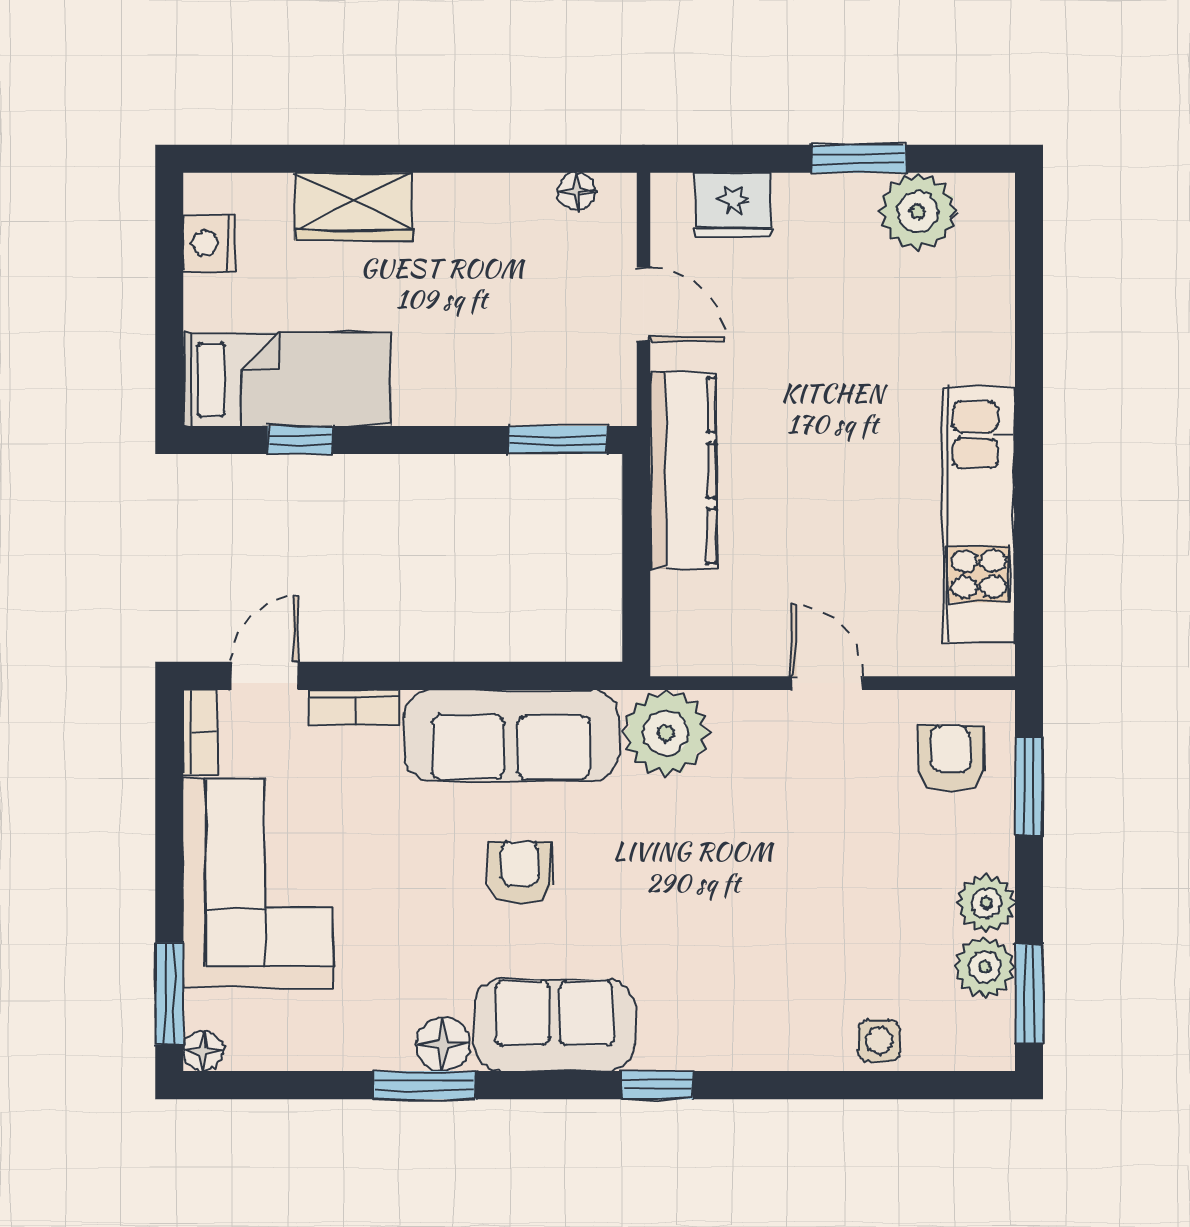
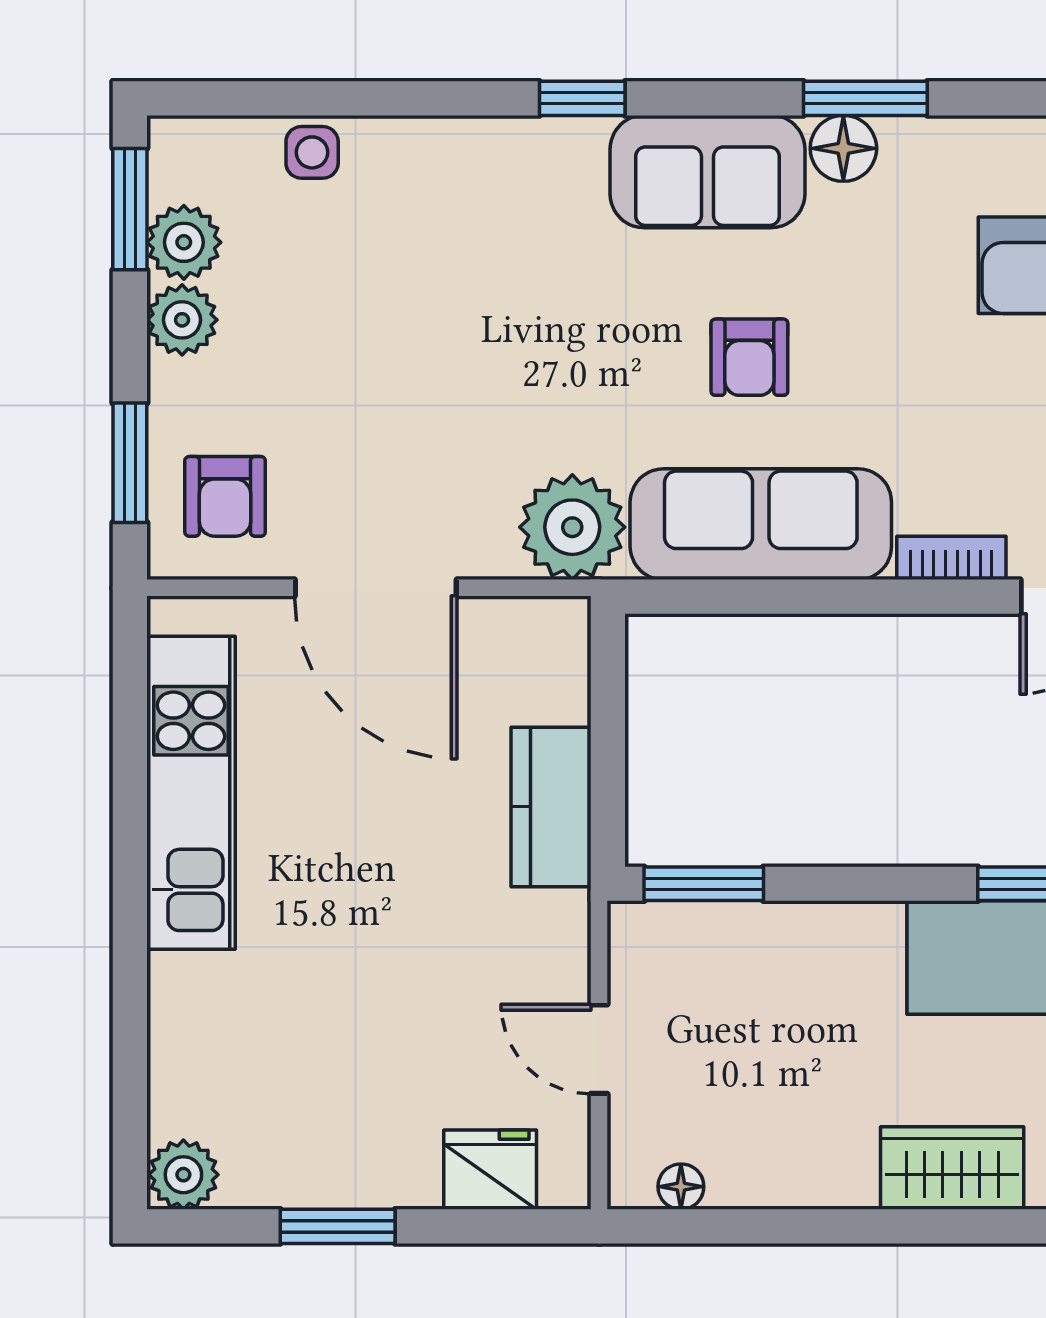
plant: (918, 212) -> (183, 1175), moved, width x0.73, depth x0.73
kitchen counter: (683, 470) -> (551, 807), width x0.67
door: (827, 683) -> (376, 588), width x1.88

